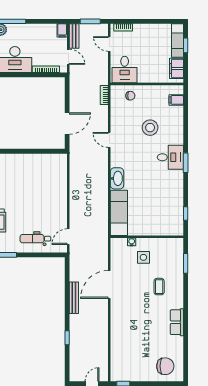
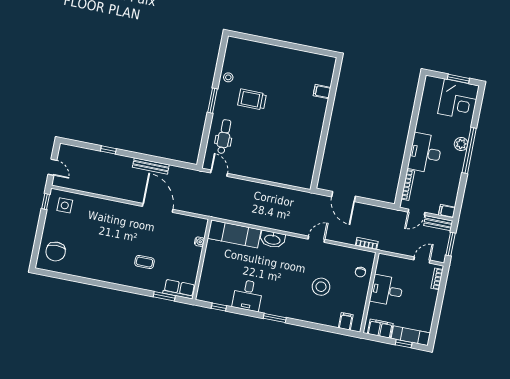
desk: (125, 70) -> (387, 290), moved
desk: (170, 157) -> (248, 295), moved
side table: (143, 257) -> (65, 205), moved
row of seats: (177, 322) -> (179, 289), moved

